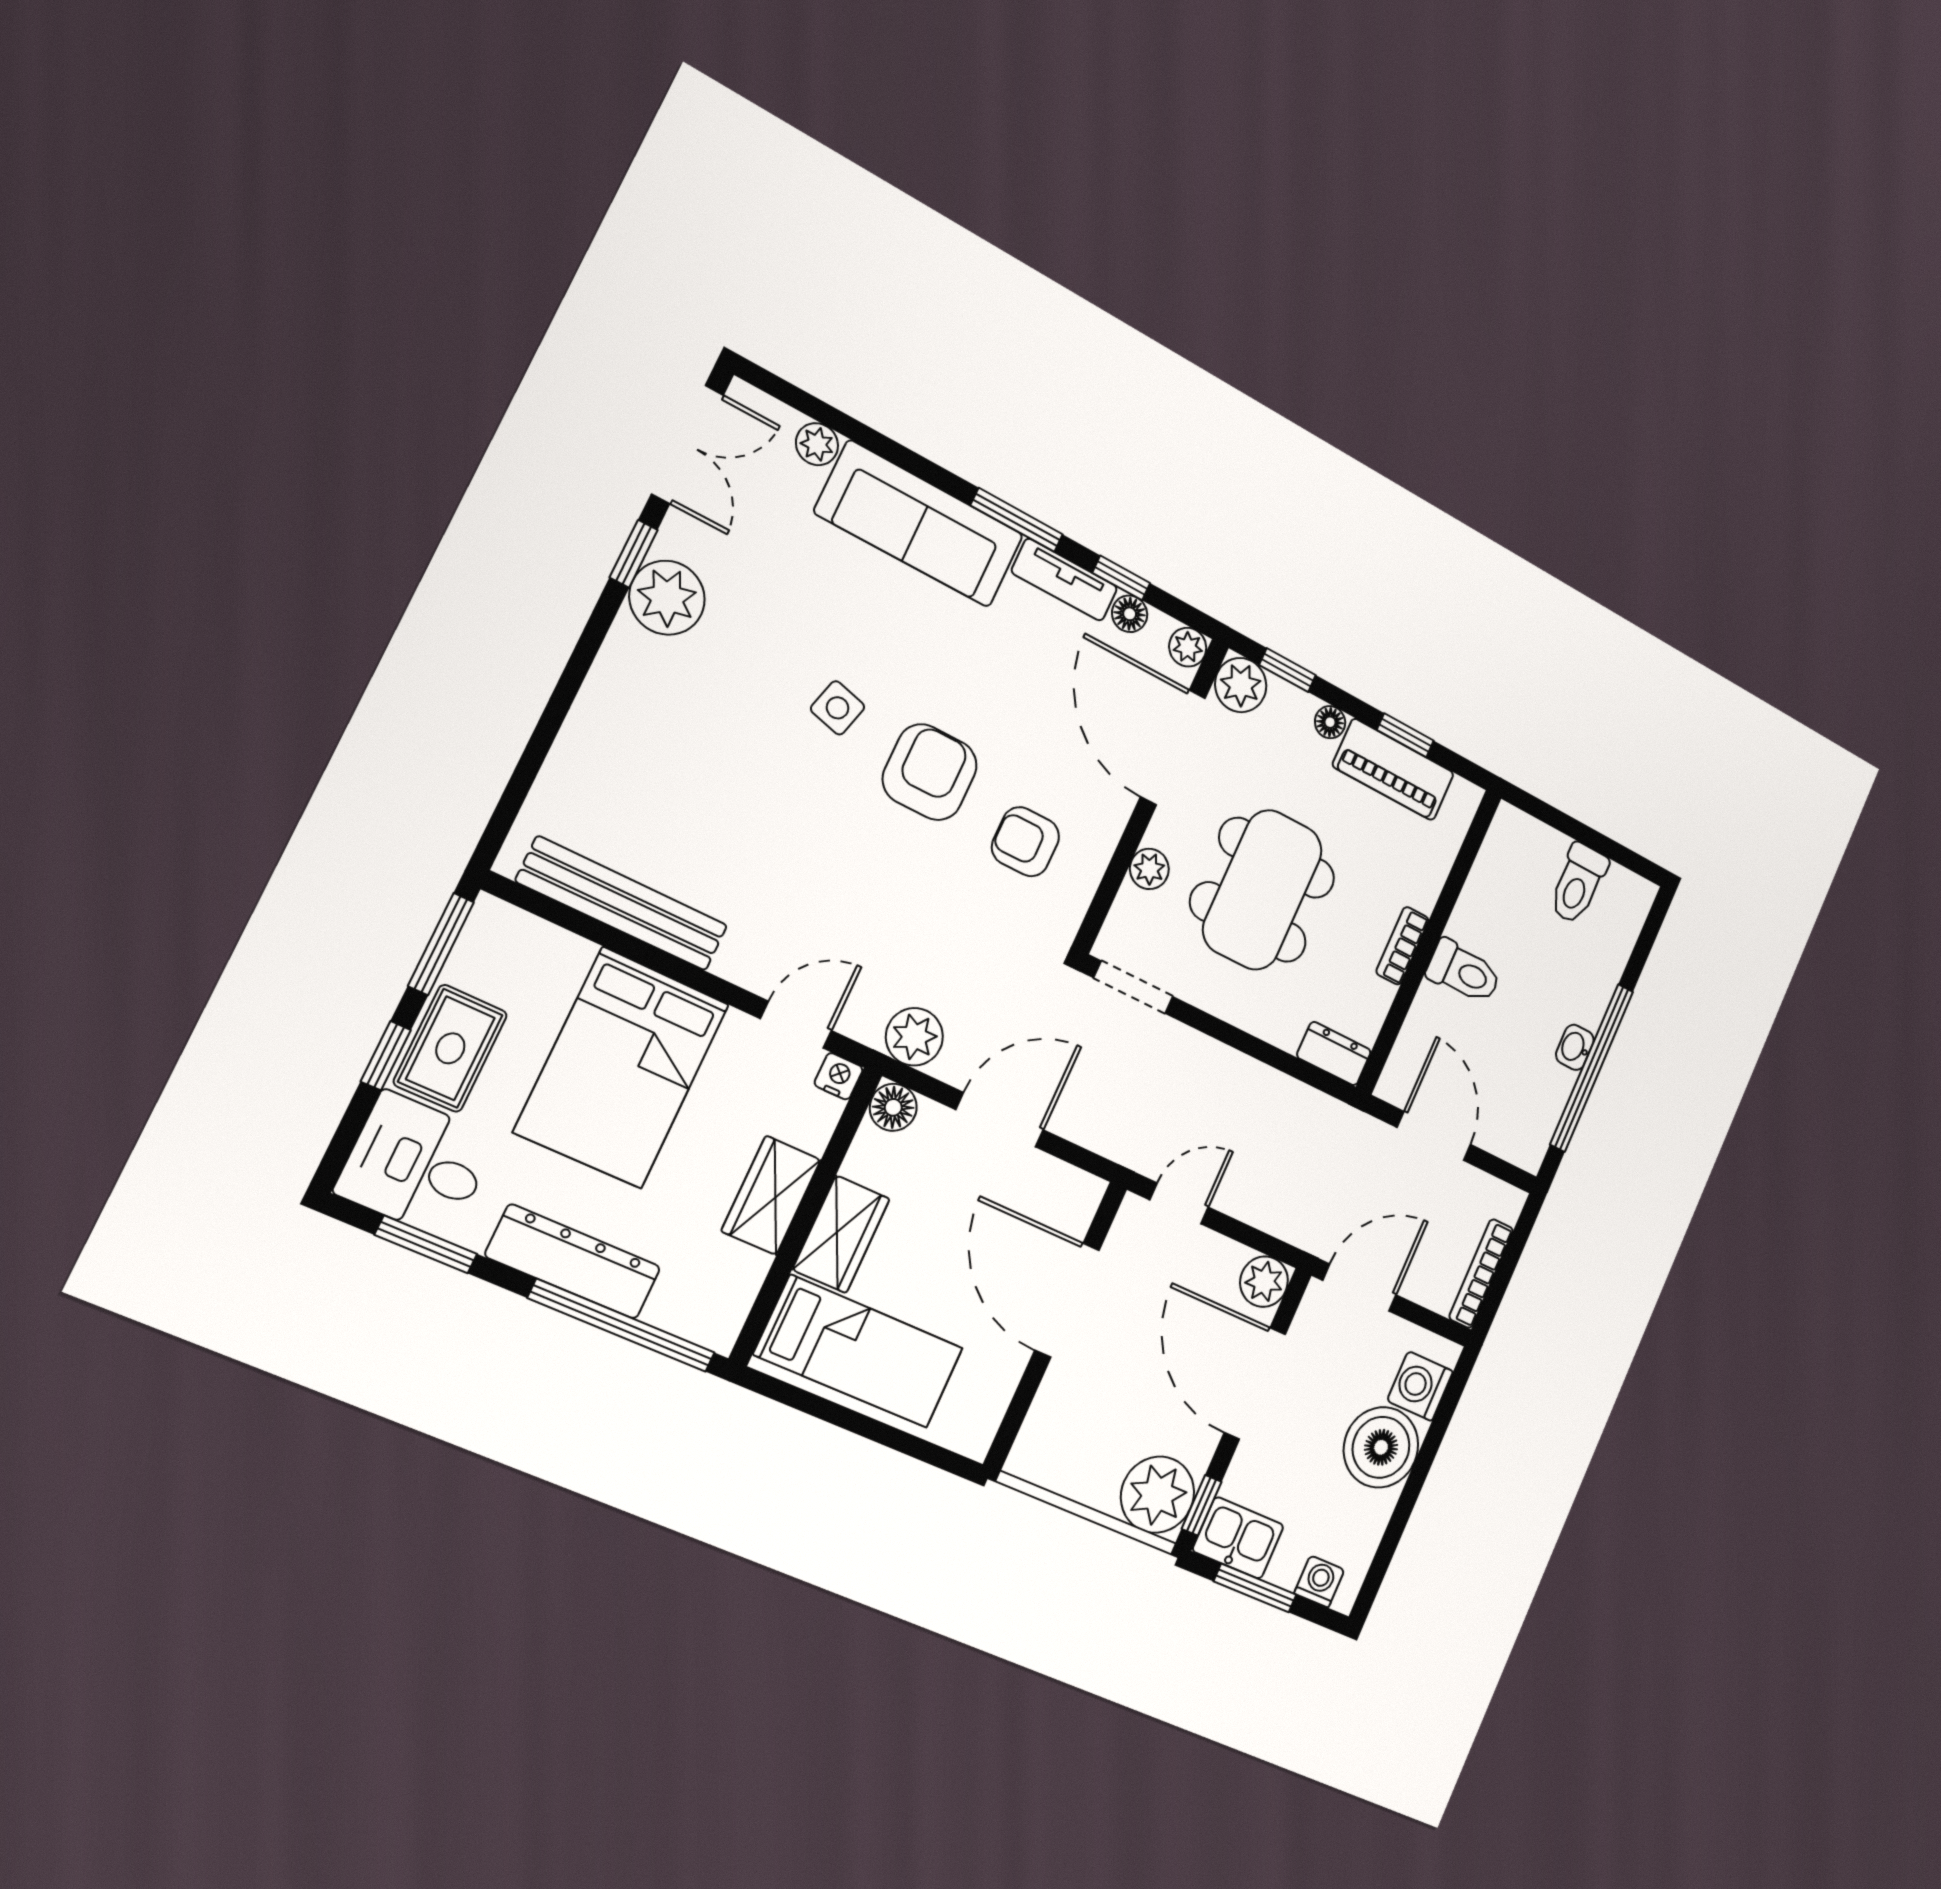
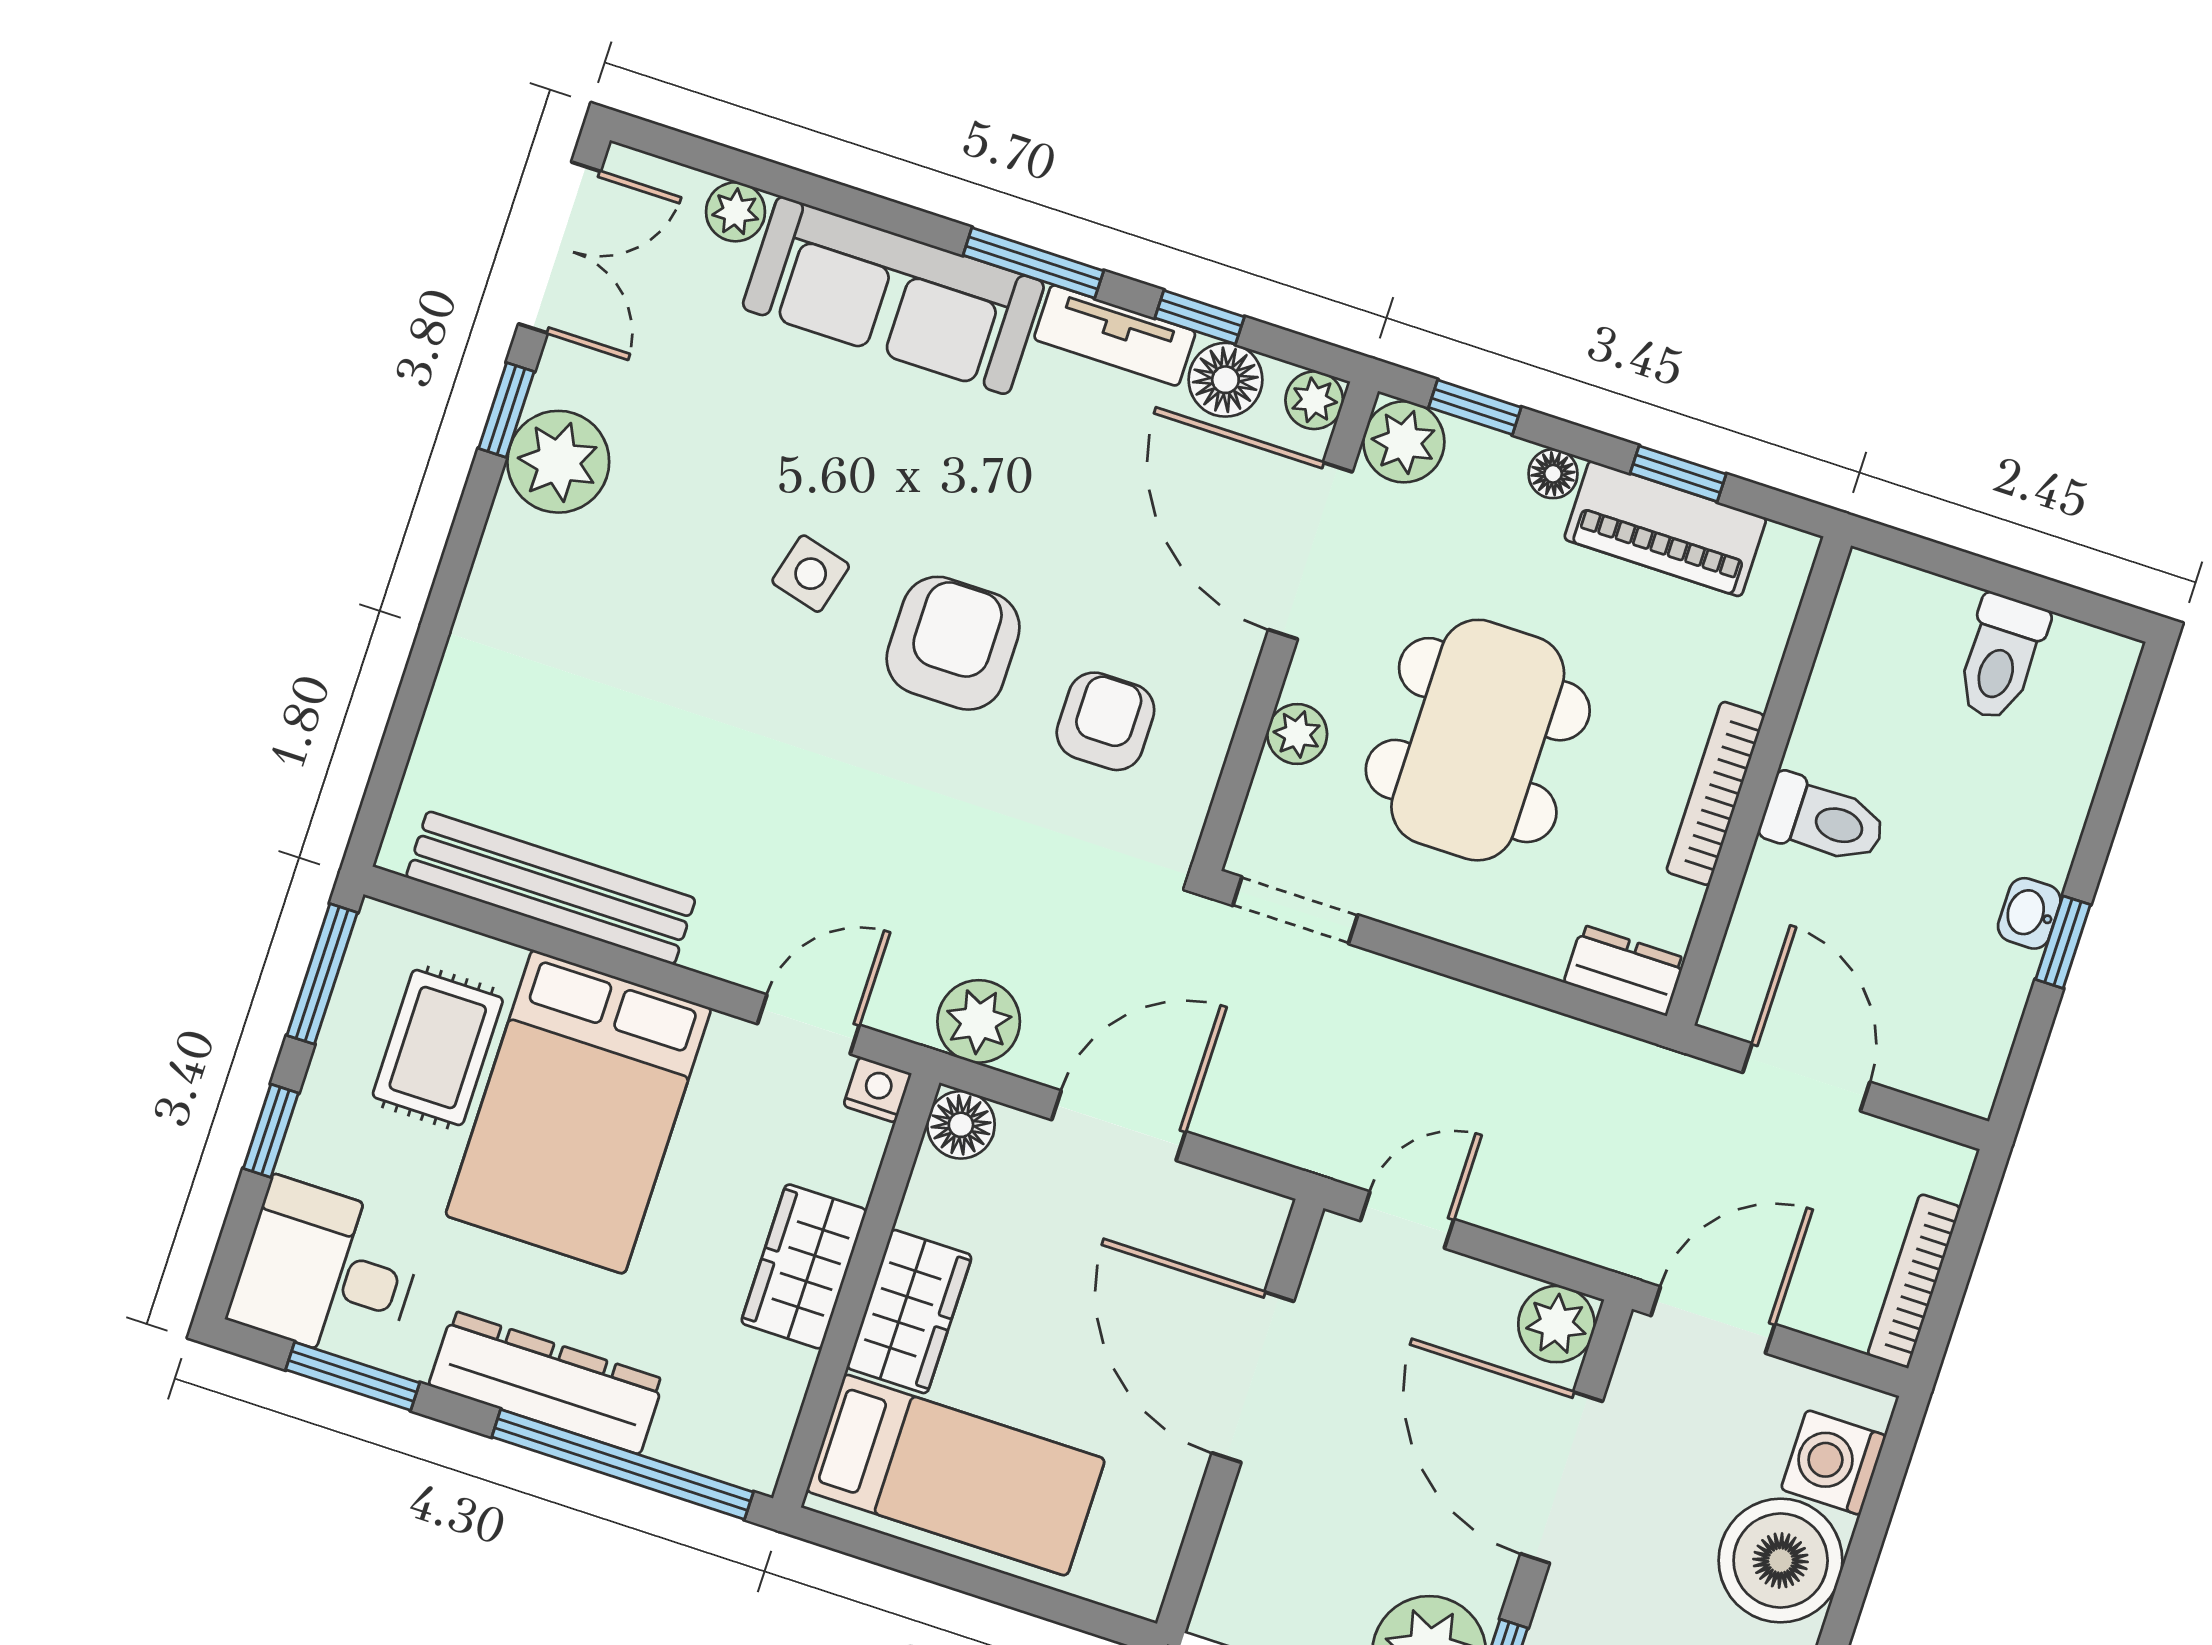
floor lamp: (1130, 614) -> (1225, 380), width x1.37, depth x1.37
armchair: (1025, 842) -> (1105, 721), turned 90
bookcase: (1402, 946) -> (1715, 793), width x1.56
rug: (450, 1048) -> (438, 1047), moved
window: (1592, 1068) -> (2063, 942), width x0.32

